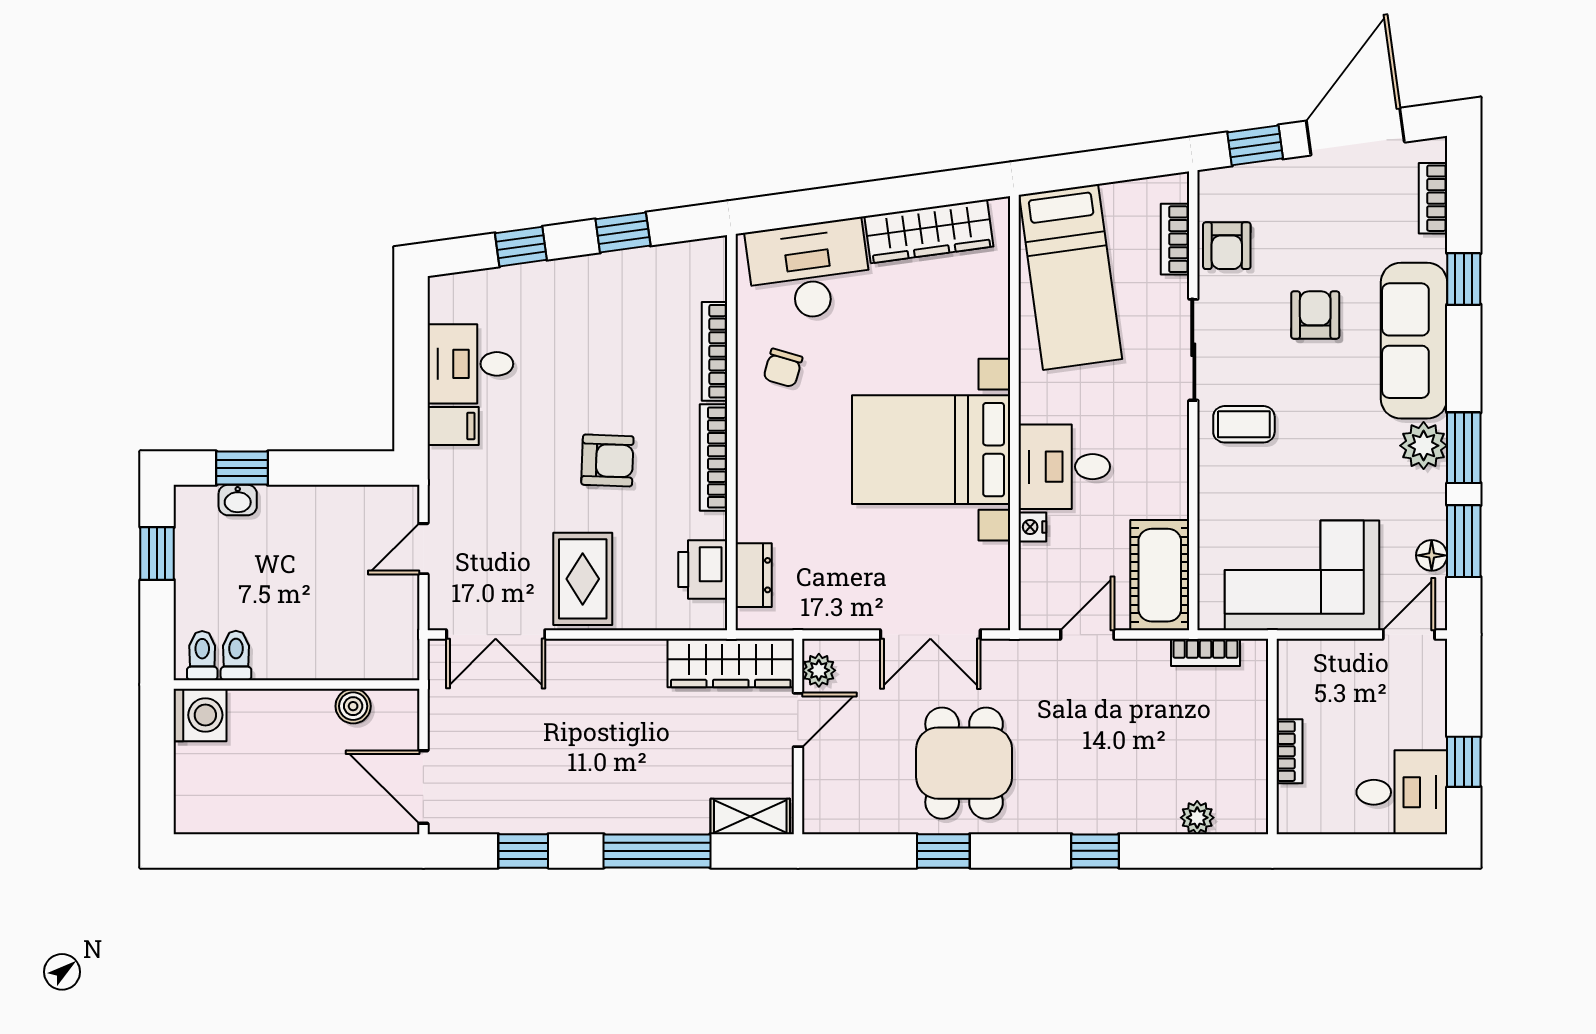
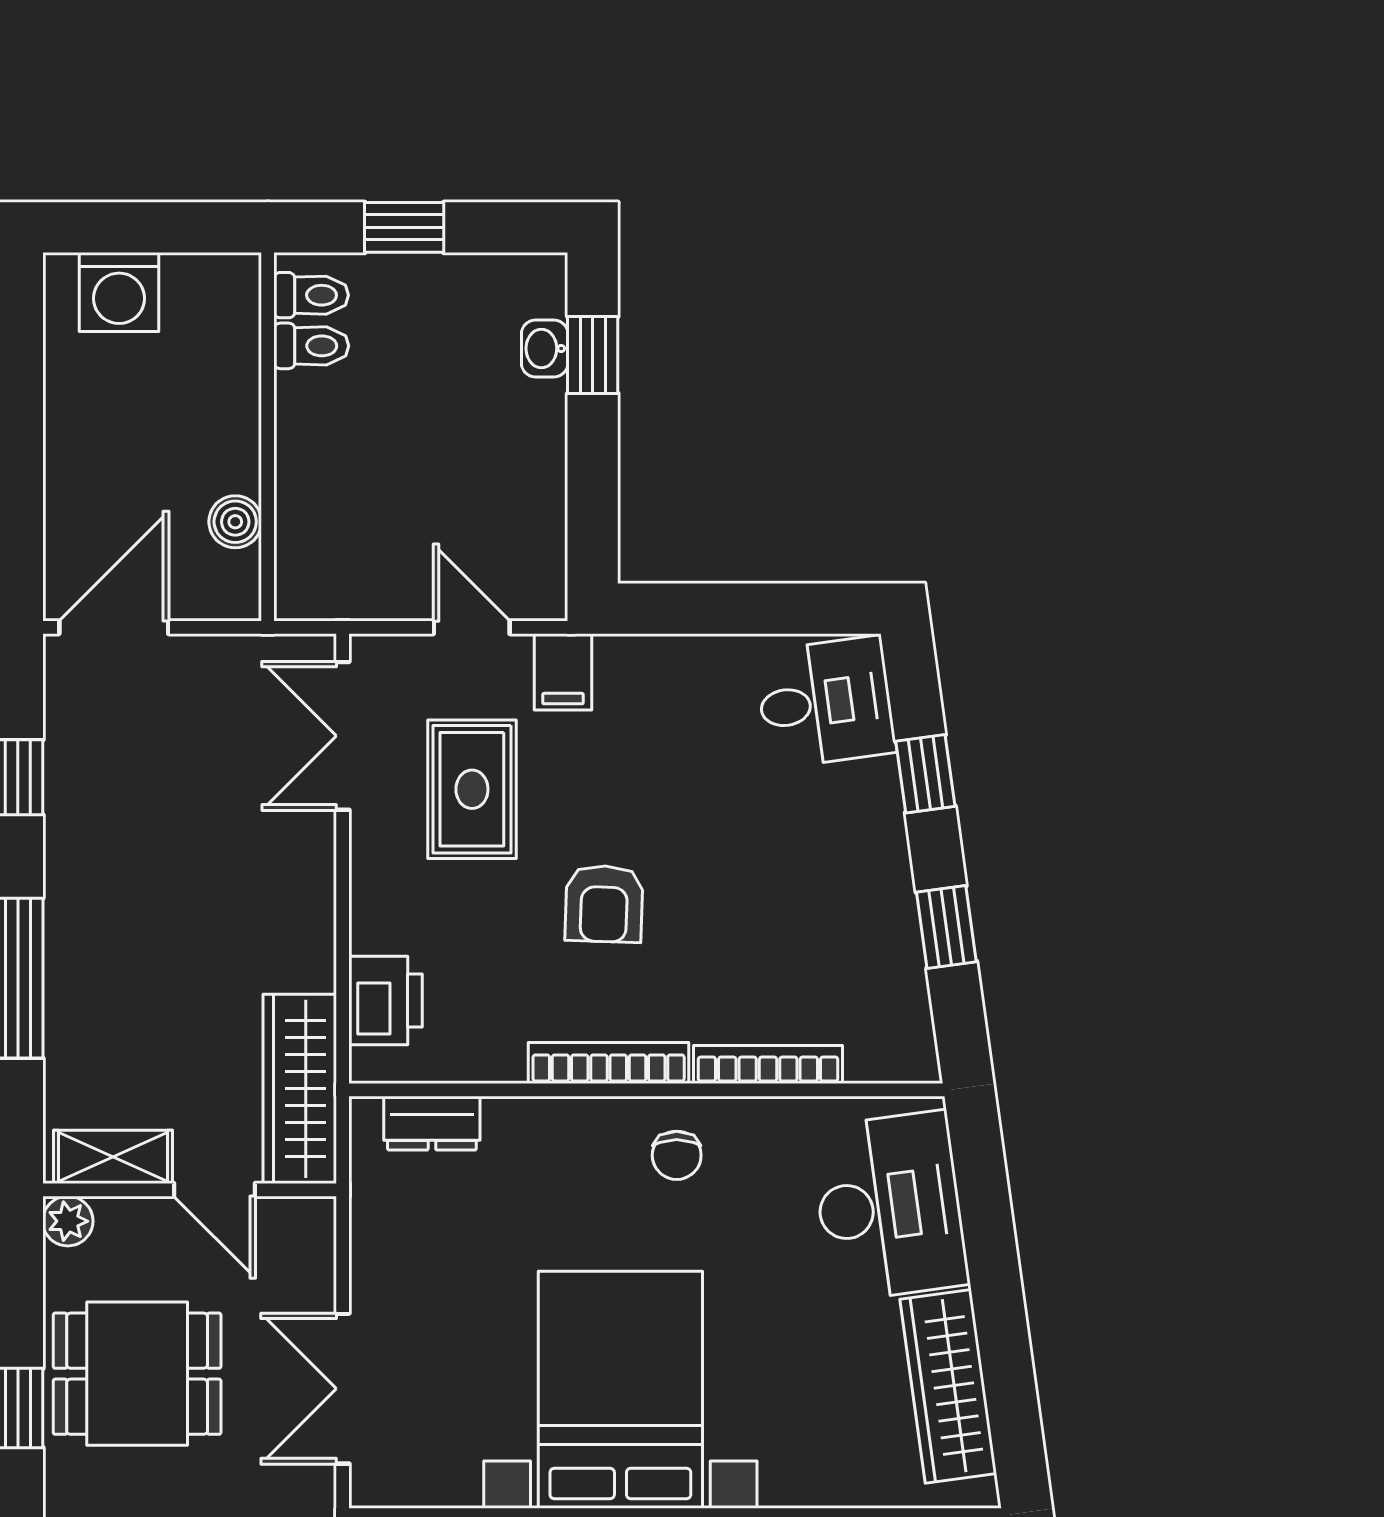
desk: (470, 364) -> (825, 702), moved, turned 82
chair: (783, 368) -> (677, 1155), moved, turned -106
filing cabinet: (453, 426) -> (563, 672), moved
window: (157, 553) -> (404, 227), moved
printer: (703, 570) -> (386, 1001), moved, turned 90
rug: (583, 579) -> (472, 789), moved, turned 90
plant: (819, 670) -> (68, 1221), moved
washing machine: (200, 715) -> (119, 292), moved
dining table: (964, 763) -> (137, 1374), moved
shelving: (750, 816) -> (113, 1157), moved, turned 90

